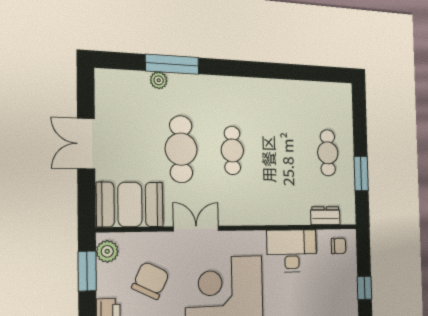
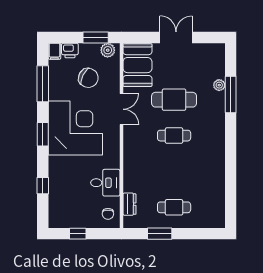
desk: (292, 251) -> (105, 183), width x0.73

